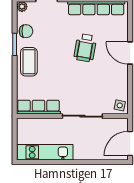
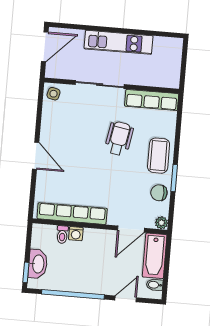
wheelchair: (85, 48) -> (119, 138), moved
kitchen unit: (45, 152) -> (119, 42), moved

